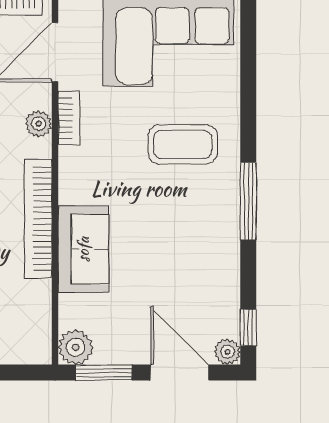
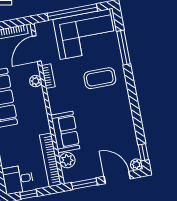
window: (248, 201) -> (124, 48), moved
bookcase: (38, 219) -> (50, 160), moved
plant: (76, 347) -> (67, 160), moved

